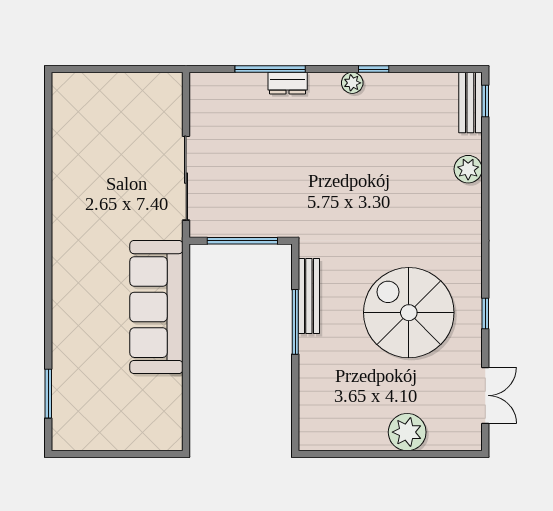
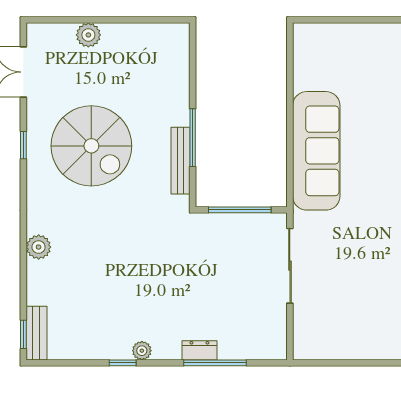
plant: (468, 169) -> (39, 247), moved
plant: (407, 432) -> (88, 35), width x0.73, depth x0.73

